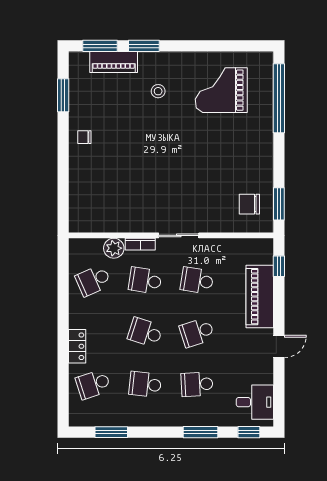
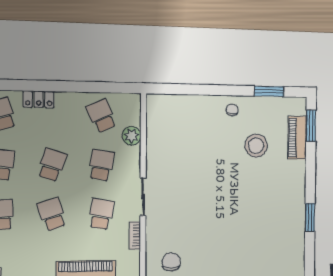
window: (144, 46) -> (310, 218), moved
grand piano: (221, 90) -> (272, 235), removed
stool: (158, 91) -> (256, 146), moved, width x1.89, depth x1.89
bookcase: (140, 244) -> (135, 236), moved

